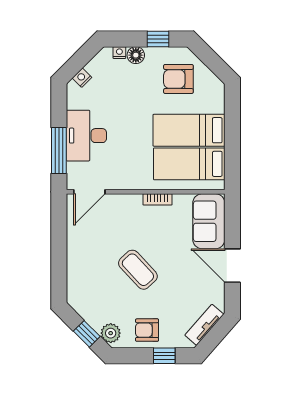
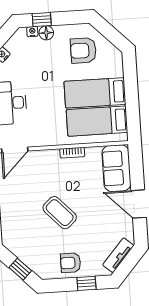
window: (158, 39) -> (42, 20), moved
plant: (111, 333) -> (40, 267), removed

